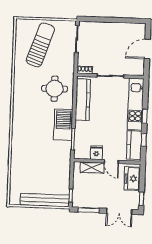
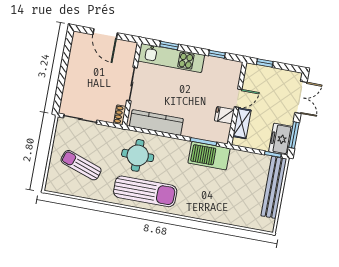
sun lounger: (40, 45) -> (81, 165), width x0.73, depth x0.75
sun lounger: (27, 99) -> (145, 191), added
window: (145, 116) -> (169, 45), moved
barbecue: (63, 125) -> (209, 156), moved
kitchen counter: (134, 145) -> (222, 67), removed
freezer: (132, 179) -> (281, 139), moved, turned 90
window: (141, 199) -> (265, 63), moved

